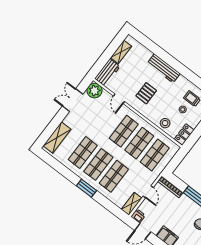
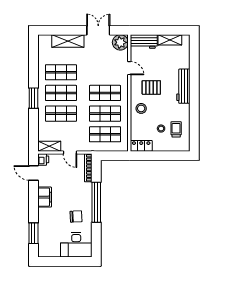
door: (119, 99) -> (129, 68), swing flipped
stool: (165, 123) -> (141, 108), moved
shelving: (57, 137) -> (68, 41), moved
door: (148, 192) -> (70, 152), hinge flipped

